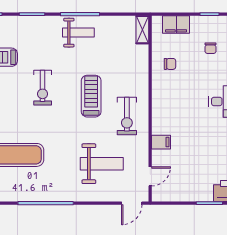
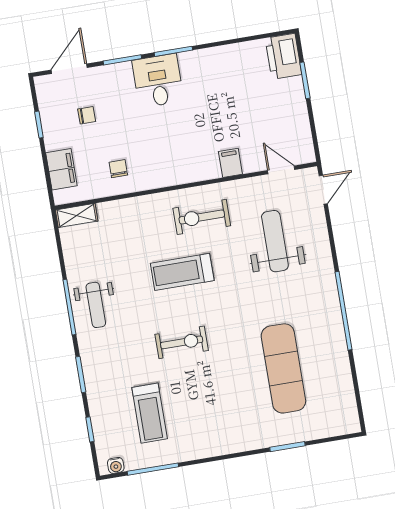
weight bench: (78, 33) -> (96, 305), turned 180
exercise bike: (127, 116) -> (202, 217), turned 180
door: (132, 203) -> (323, 190), hinge flipped

